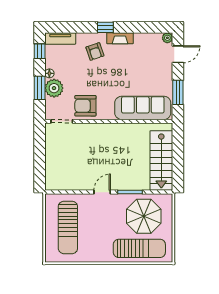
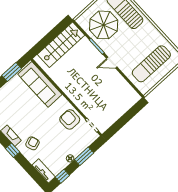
plant: (54, 88) -> (76, 148), removed
armchair: (85, 106) -> (70, 119), turned 180
sun lounger: (68, 227) -> (151, 64), turned 180

